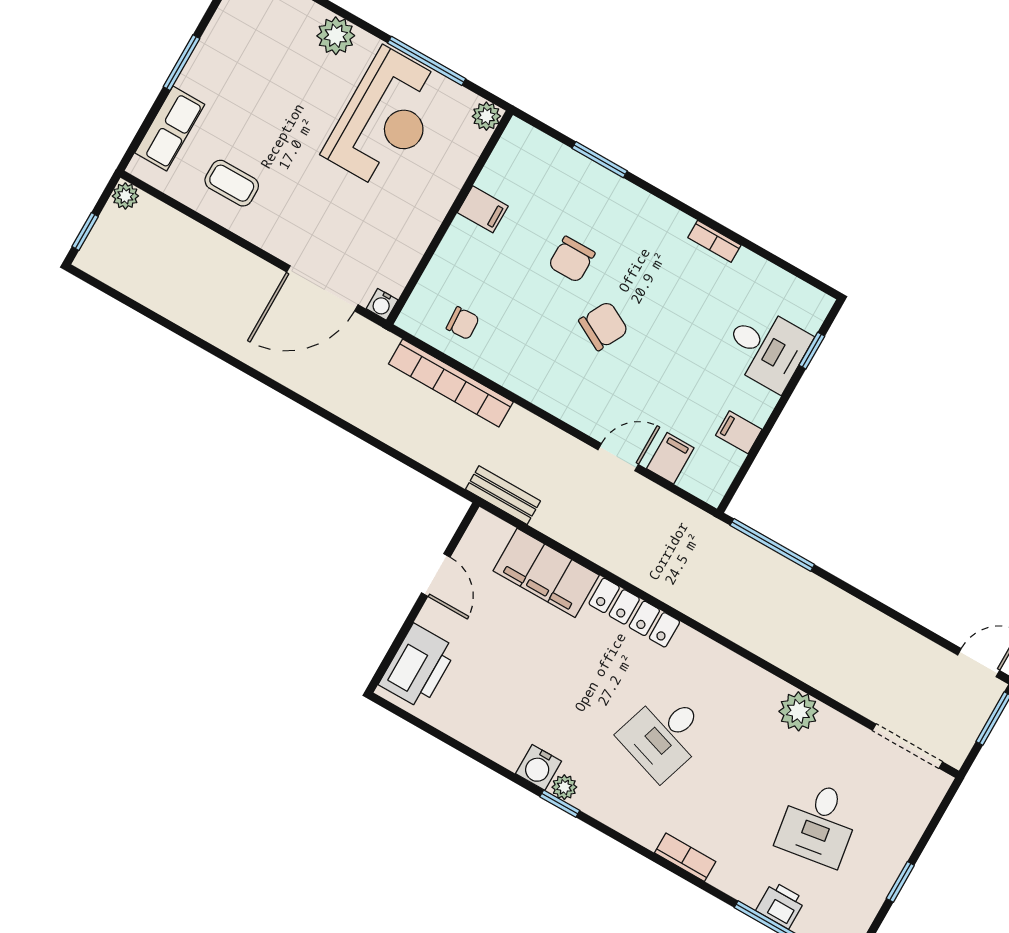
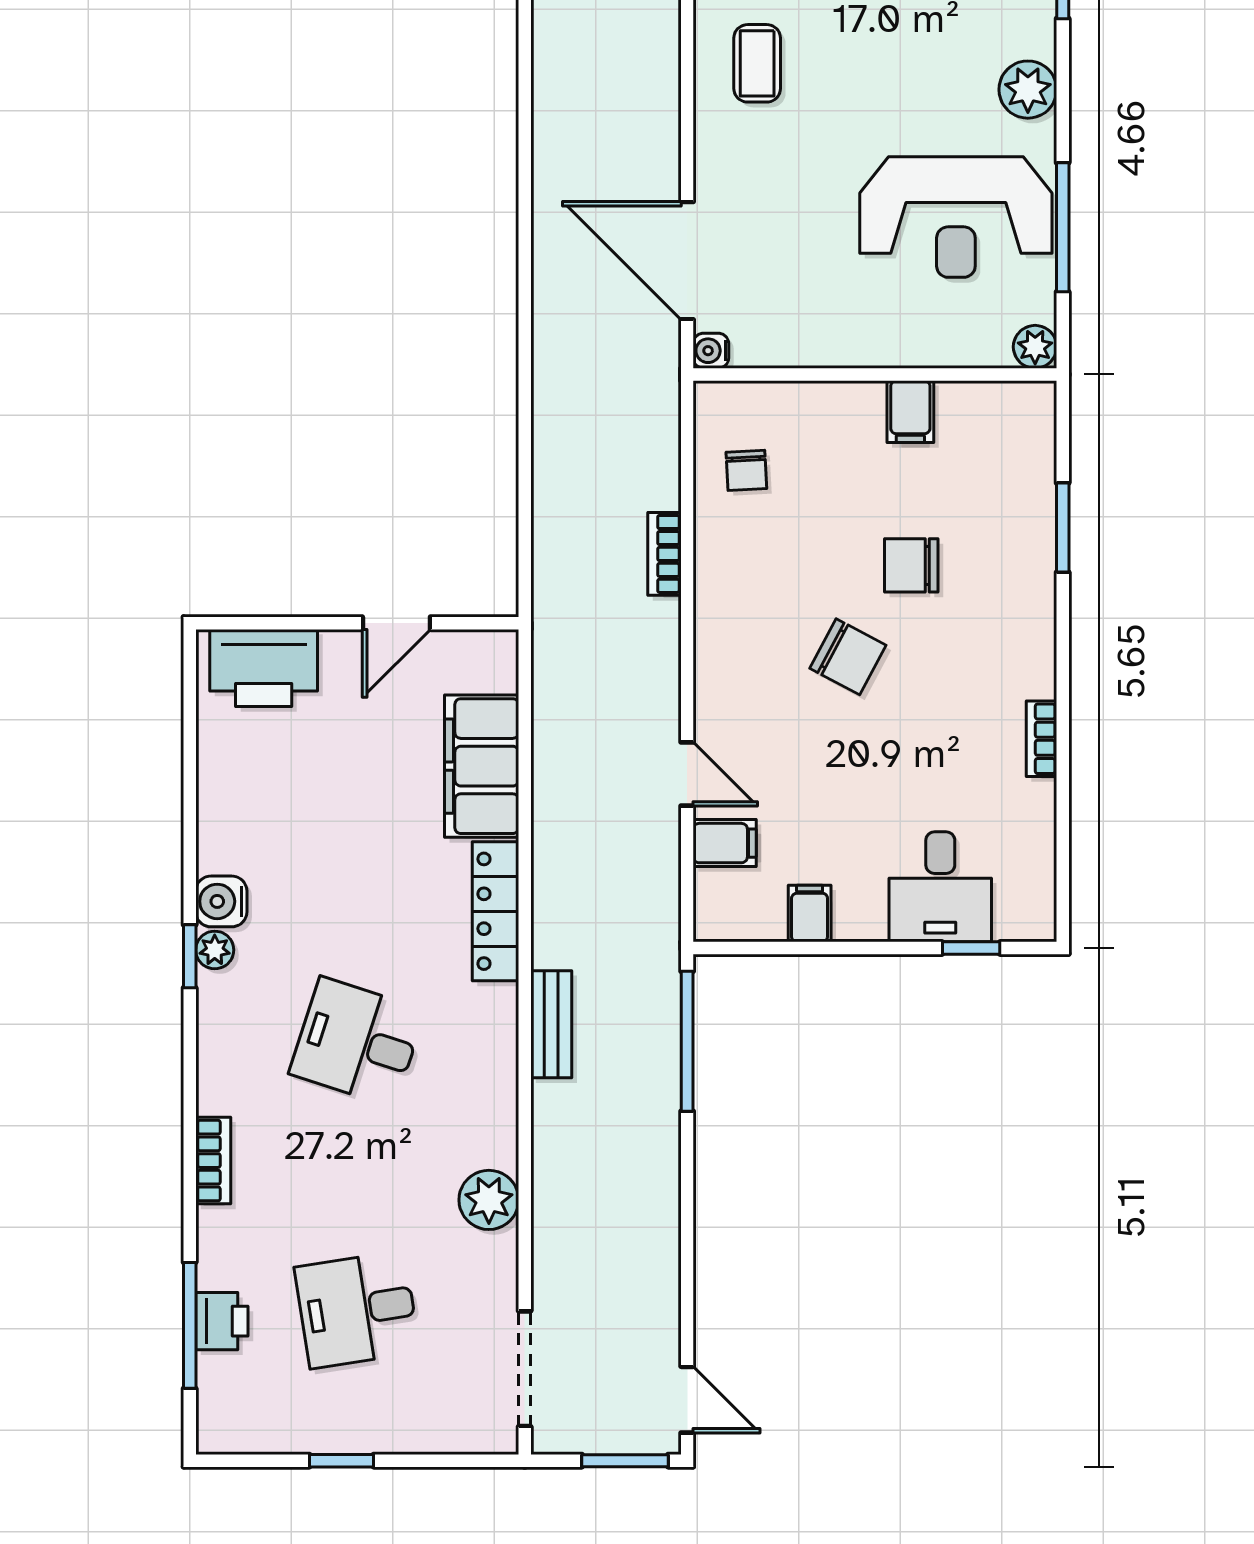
bookcase: (451, 383) -> (664, 554), width x0.43, depth x0.76
bench: (503, 495) -> (551, 1024), moved

